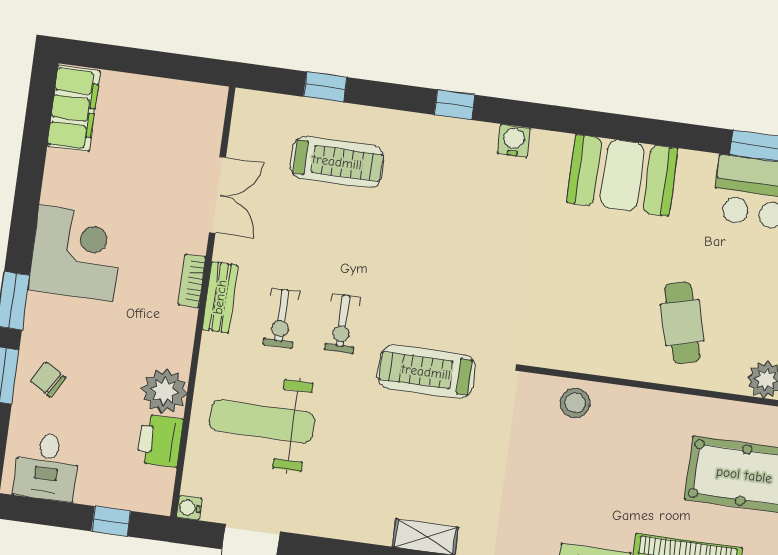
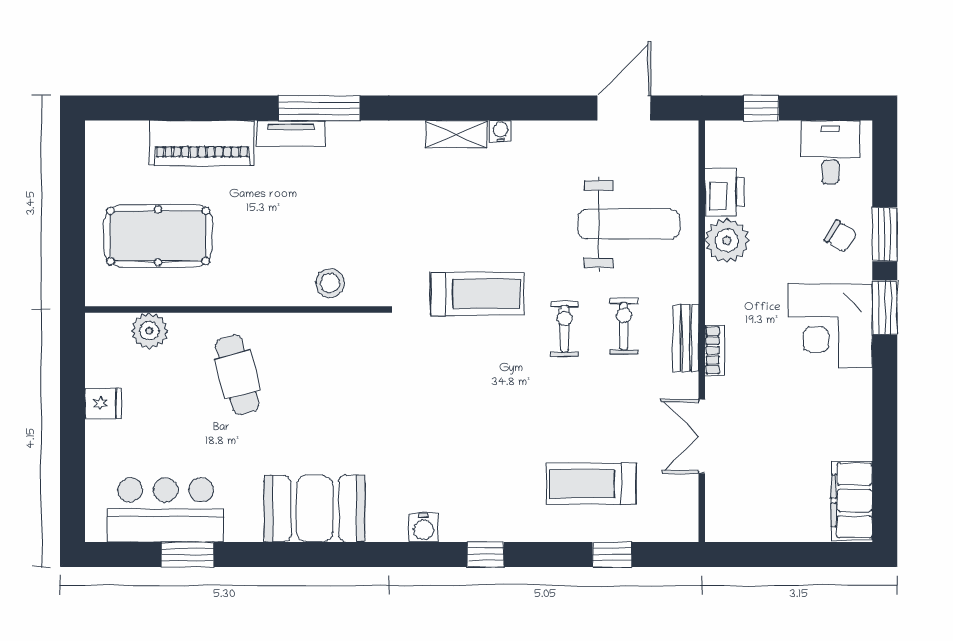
corner desk: (76, 253) -> (830, 326), moved
water cooler: (189, 508) -> (501, 131), moved, turned -90

